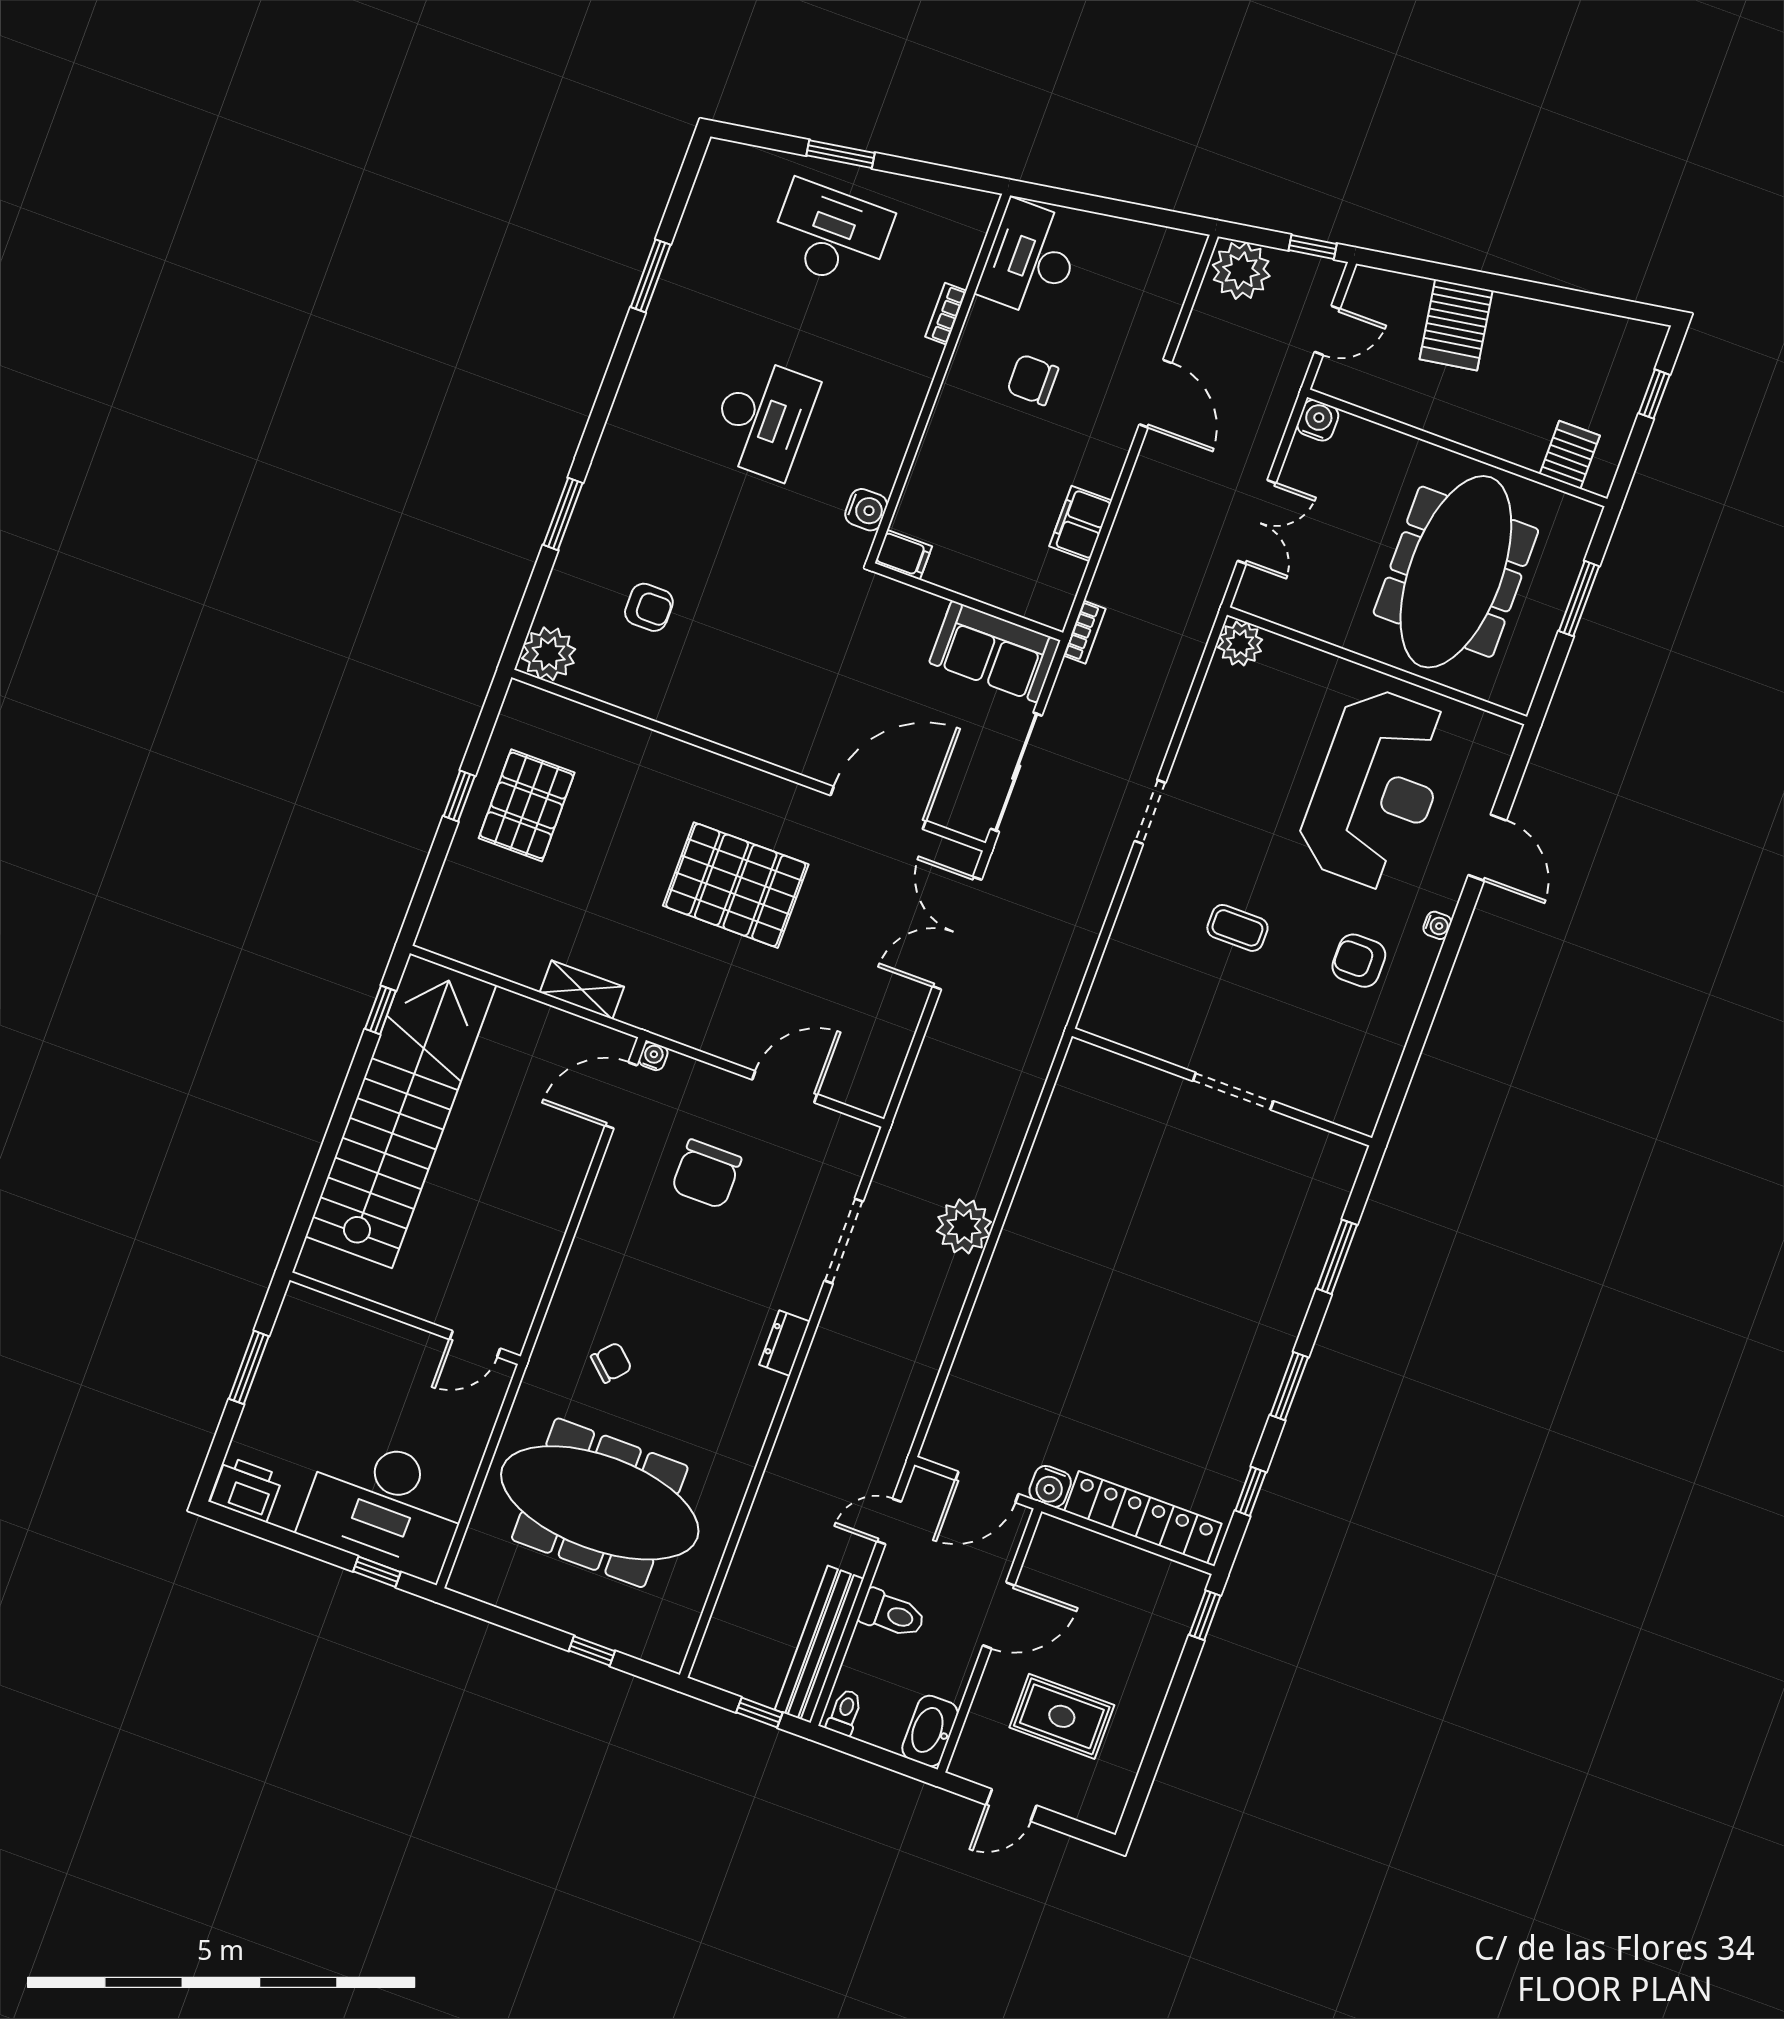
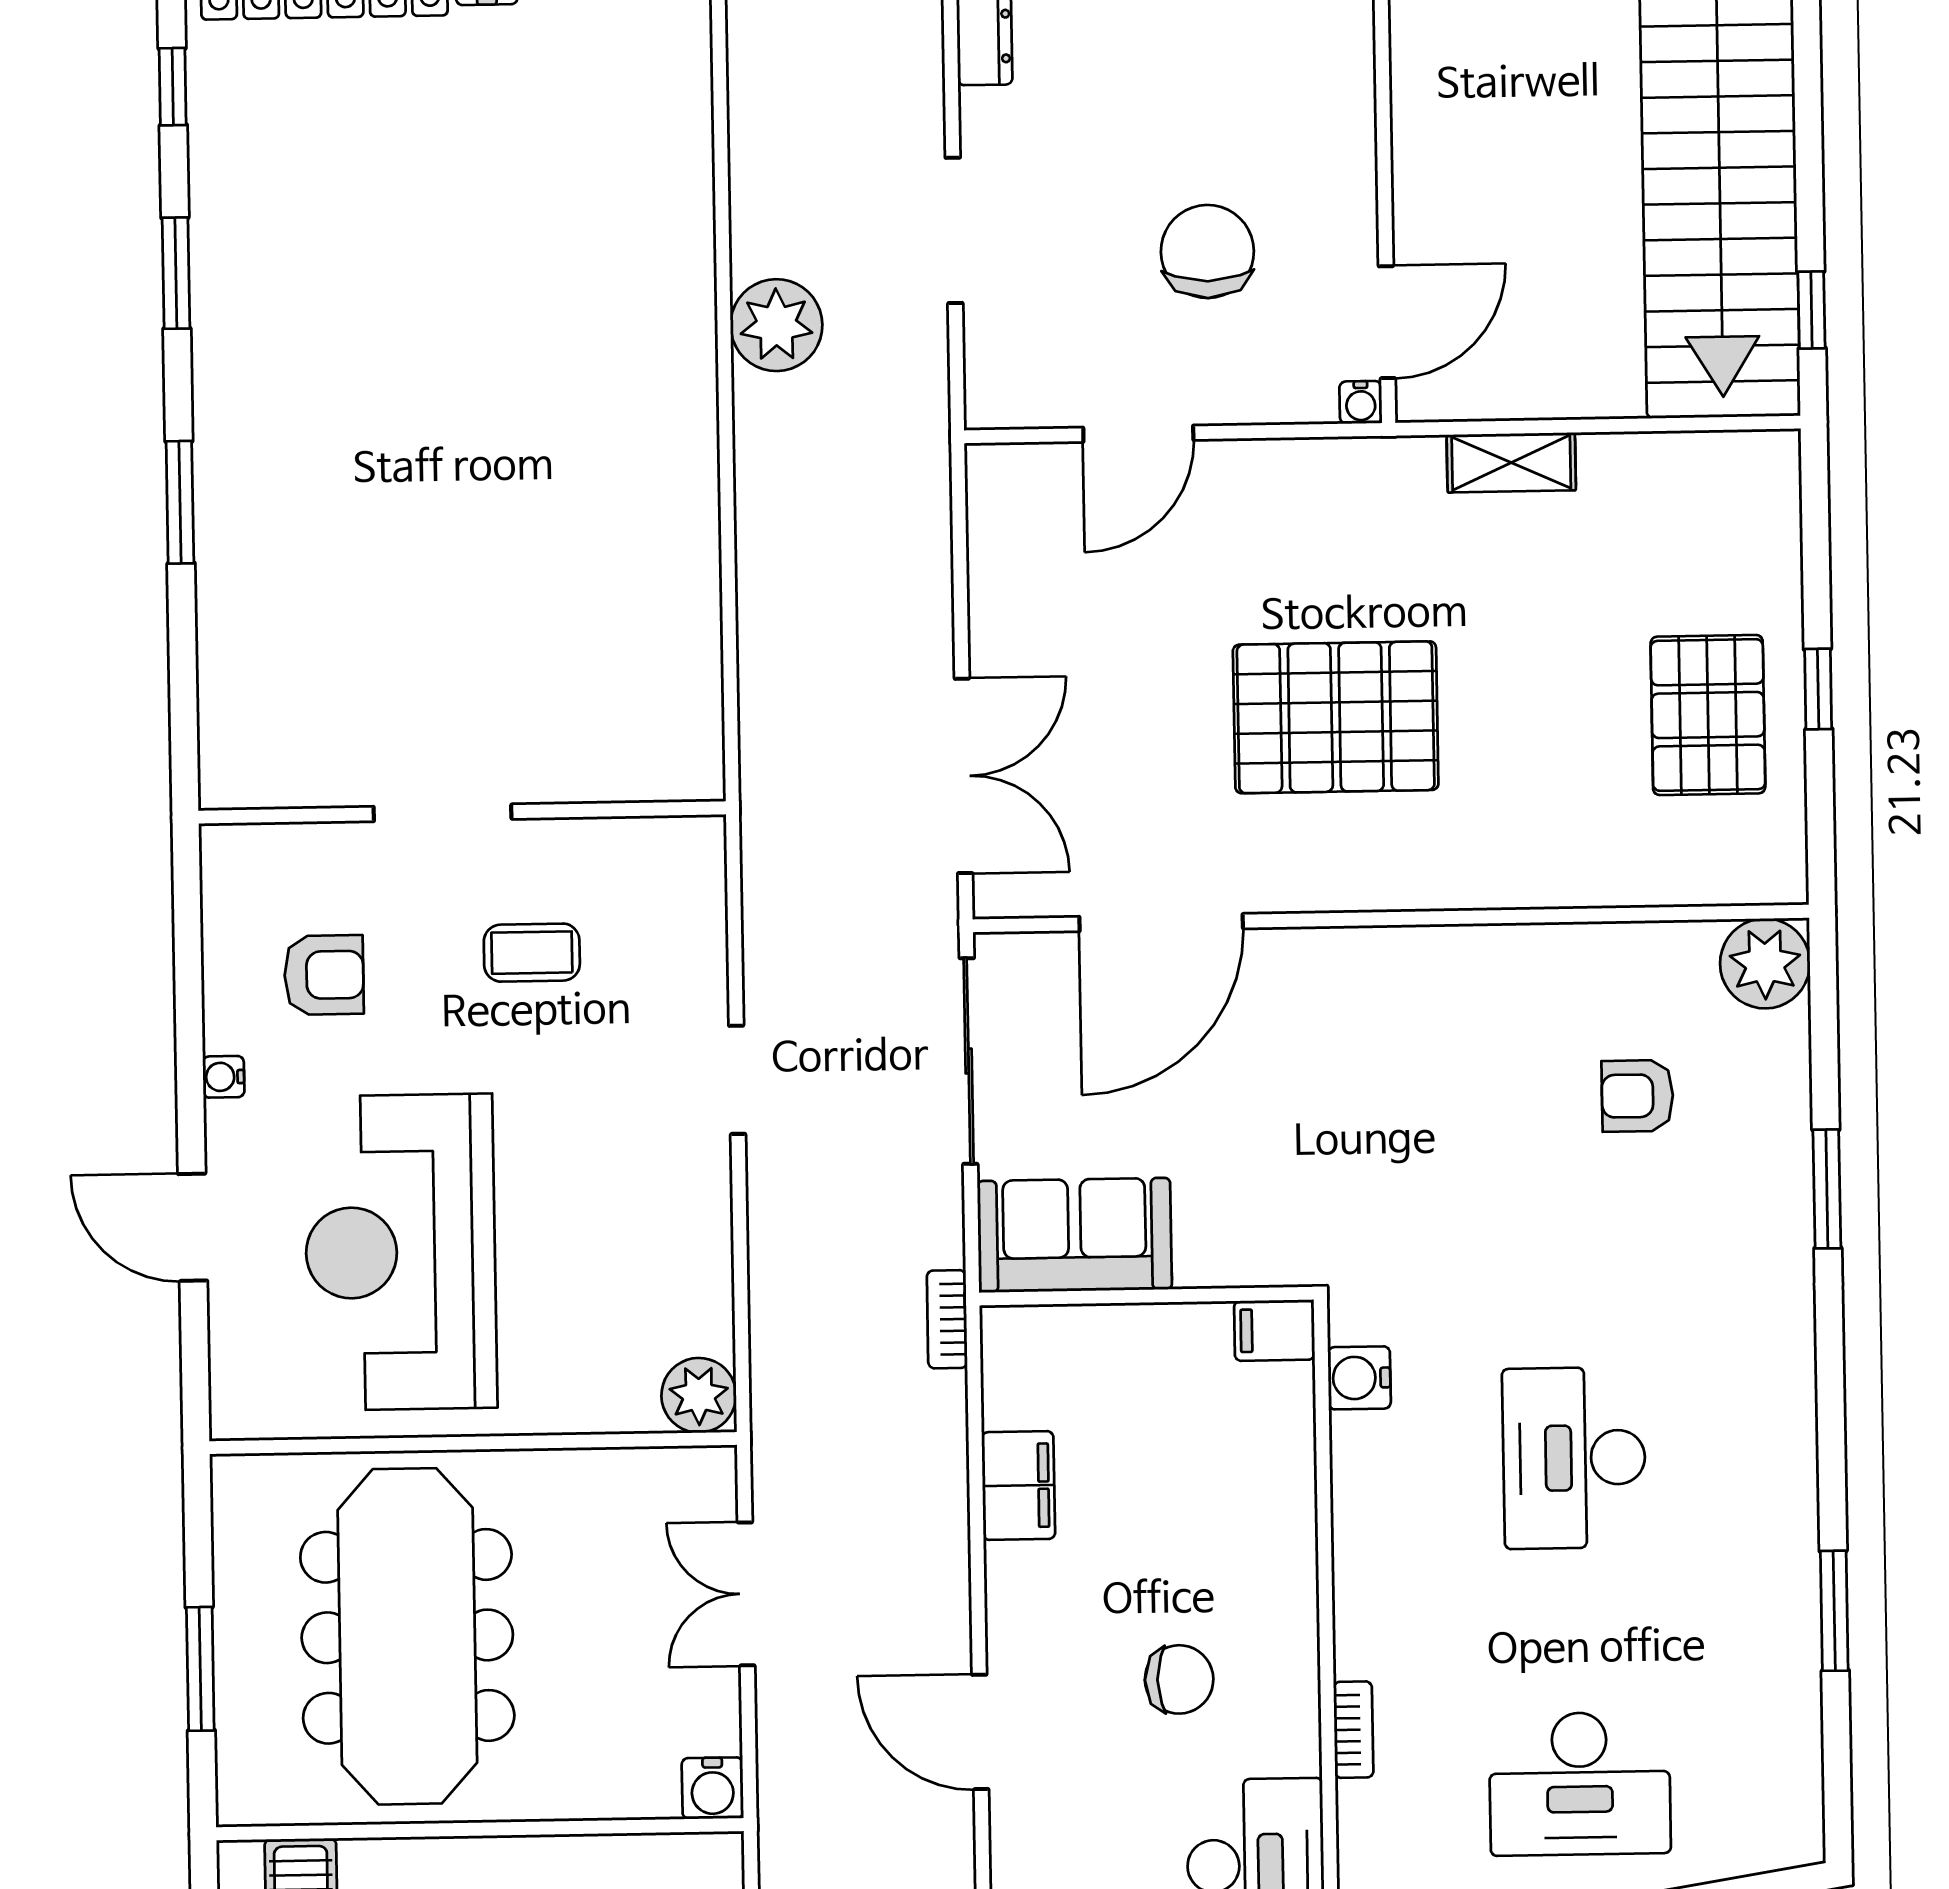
wall: (1222, 1087) -> (462, 812), moved
doorway: (1233, 1091) -> (443, 813), moved

